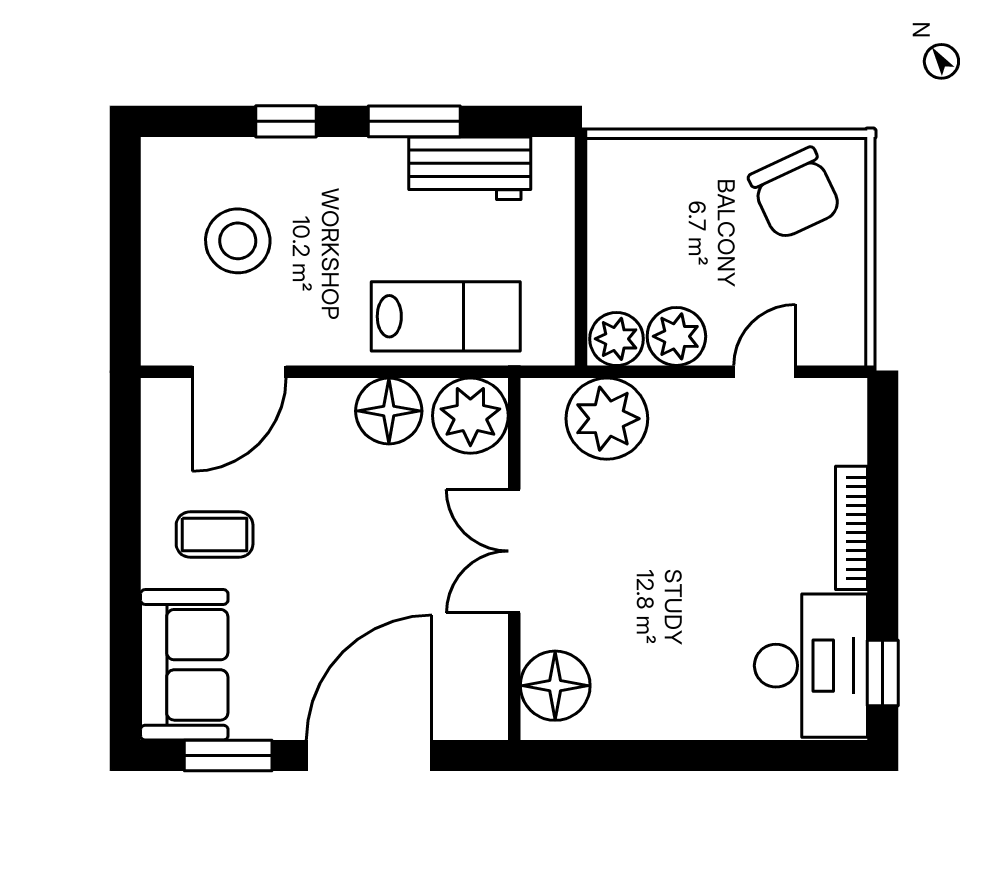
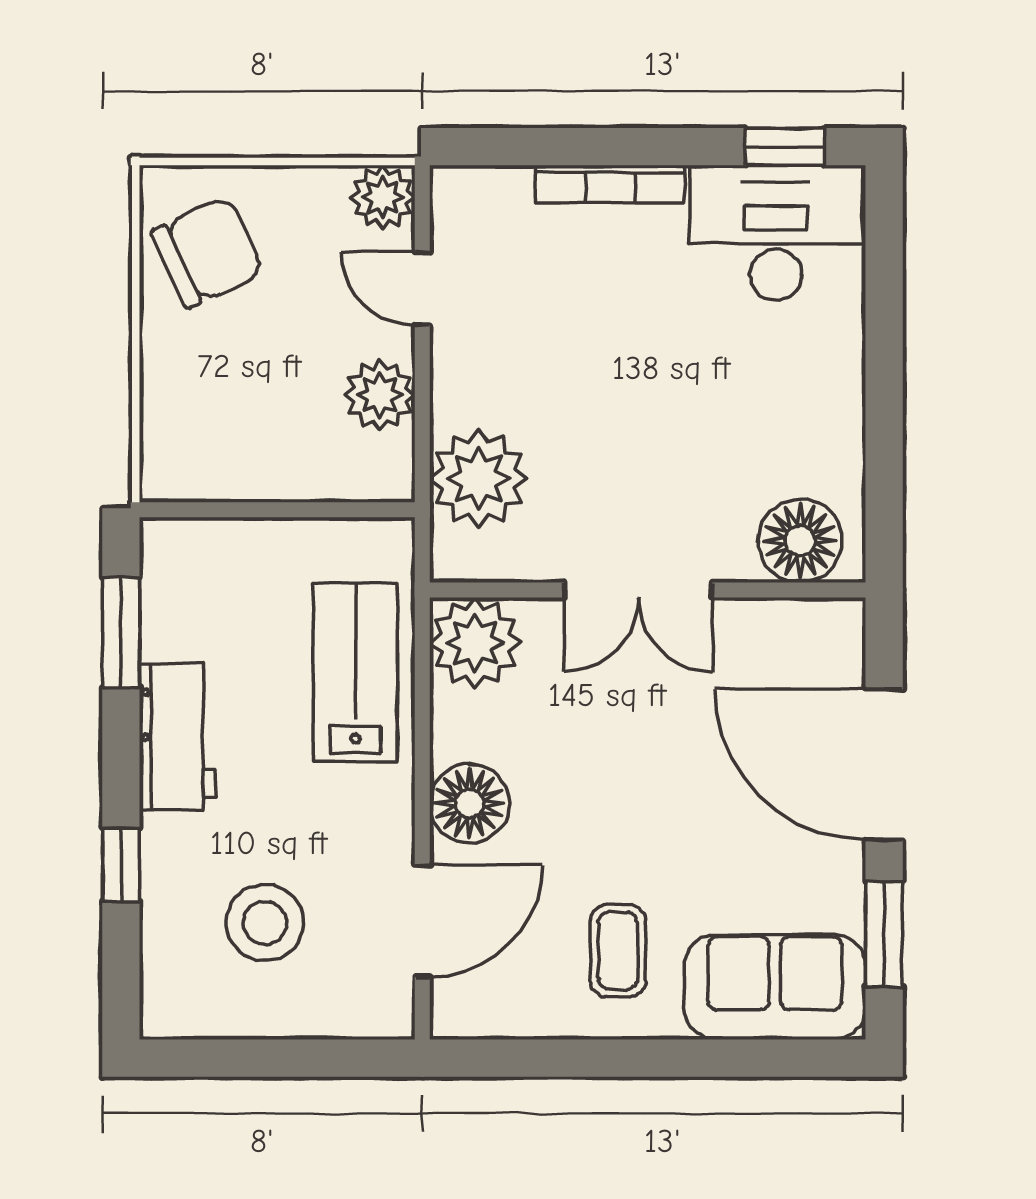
window: (414, 121) -> (121, 633), moved
workbench: (470, 168) -> (177, 737), moved
plant: (617, 339) -> (383, 197), moved
door: (239, 372) -> (422, 921), hinge flipped
floor lamp: (389, 411) -> (469, 803), moved

